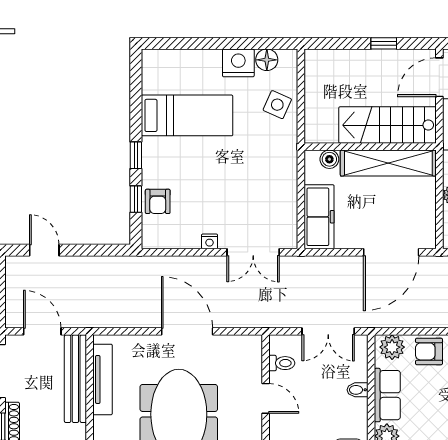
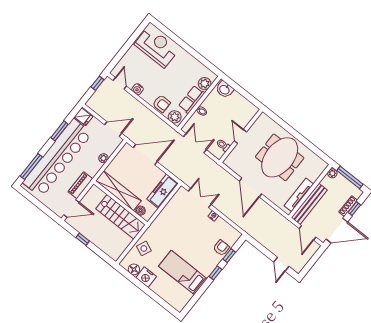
stairs: (387, 125) -> (121, 217), moved

